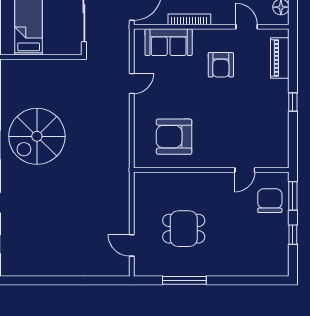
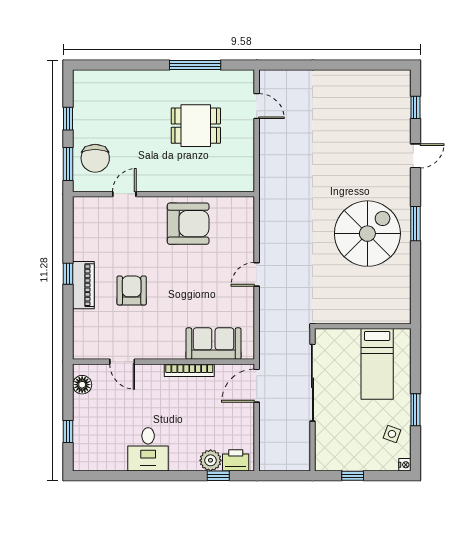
piano: (280, 58) -> (83, 285), moved
armchair: (221, 65) -> (132, 290), moved
door: (132, 83) -> (257, 274), moved
armchair: (174, 137) -> (188, 224), moved

